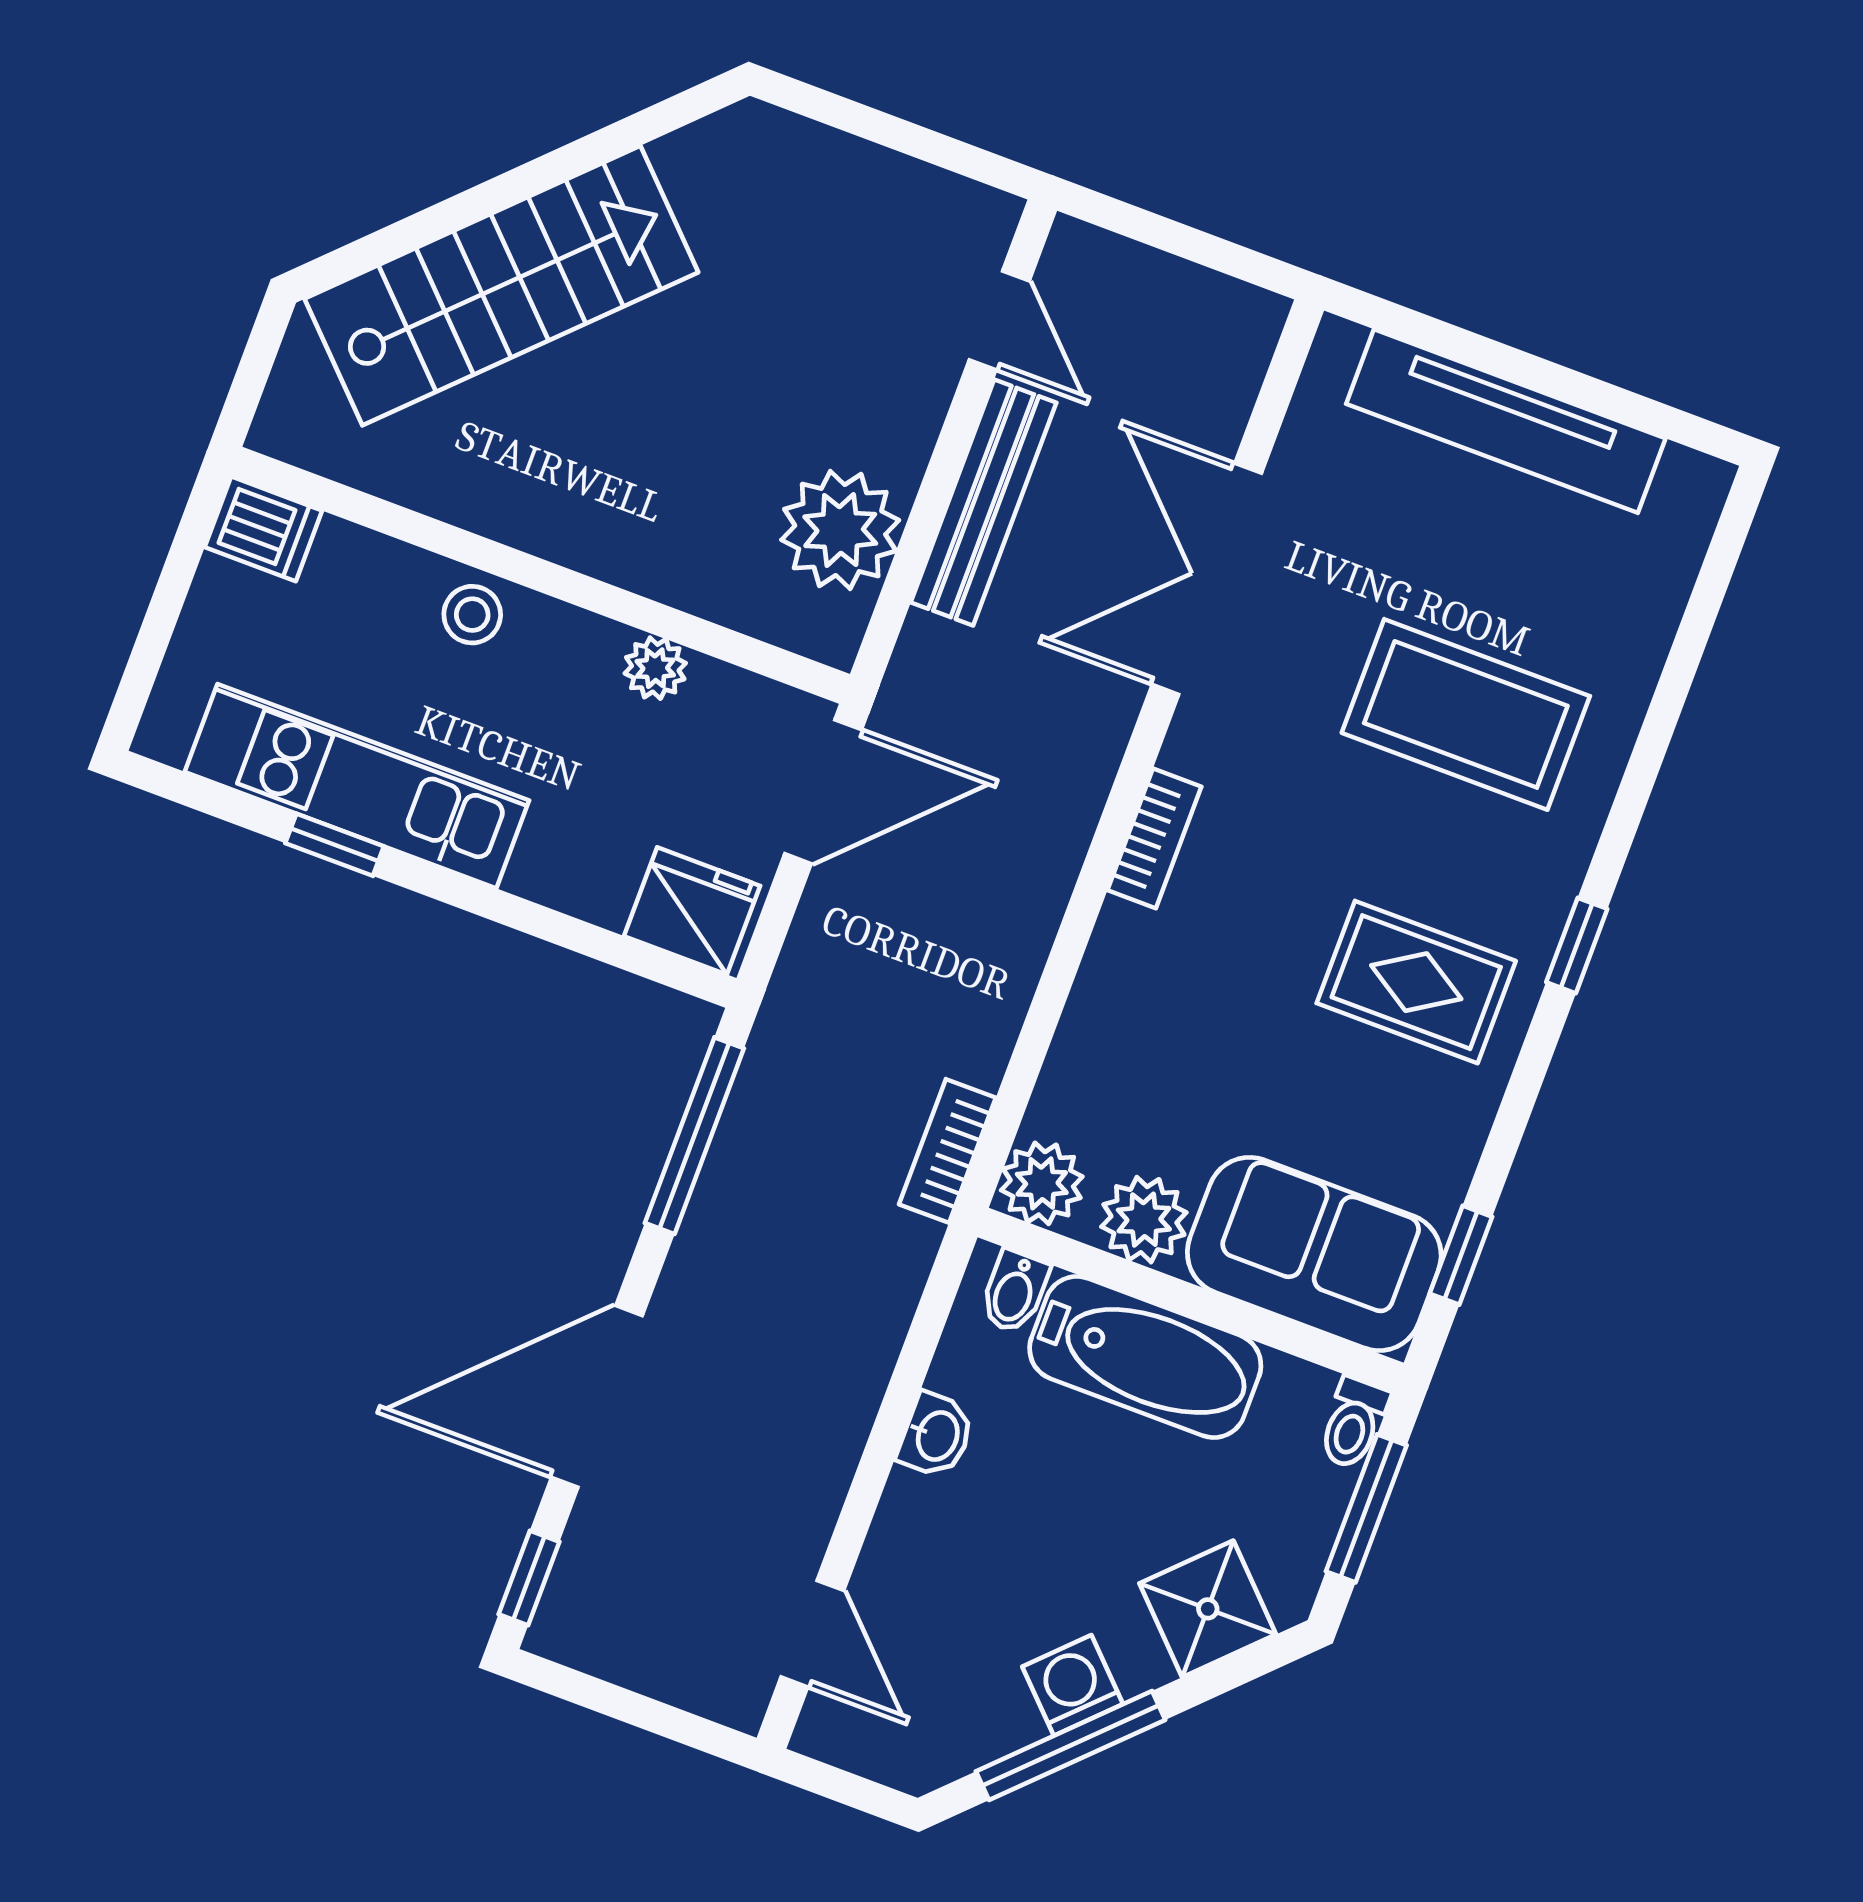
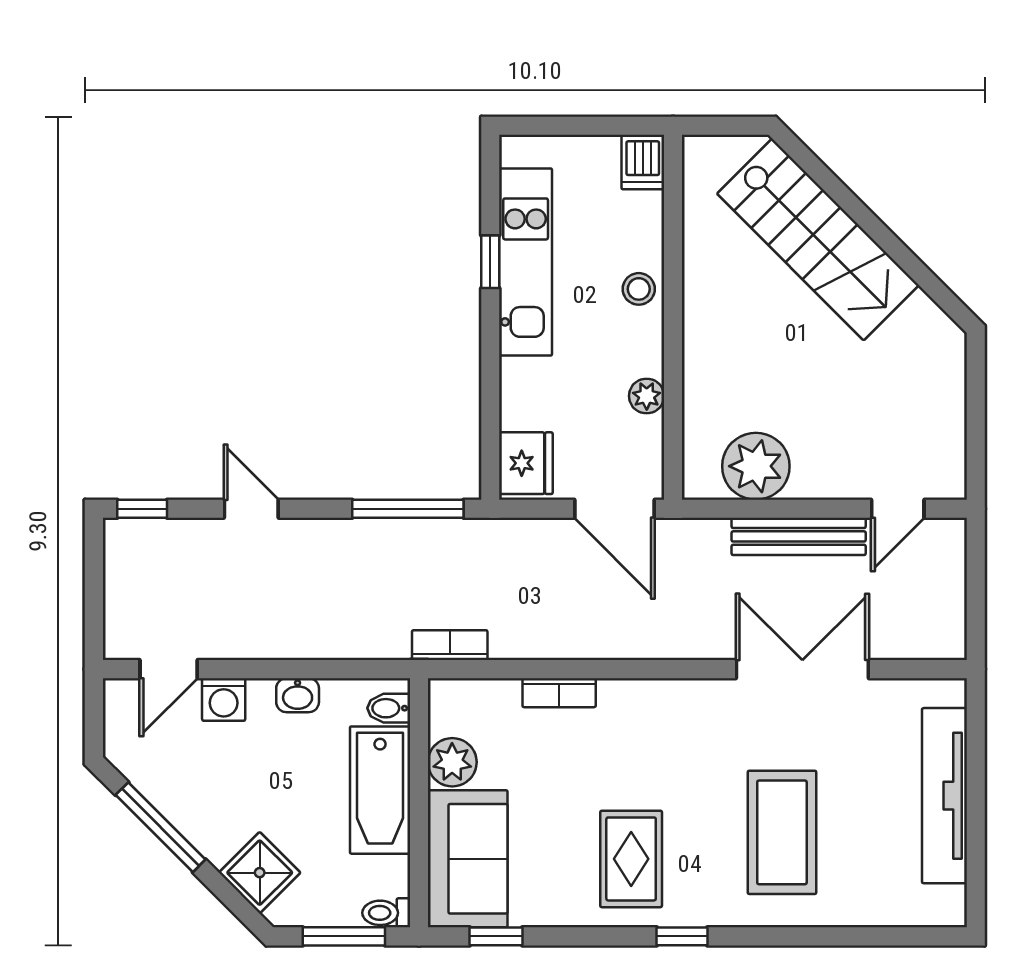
bookcase: (1154, 838) -> (559, 693), moved
plant: (1042, 1183) -> (451, 701), removed
door: (597, 1396) -> (251, 509), width x0.53
washing machine: (1073, 1685) -> (224, 699), moved, turned 135

